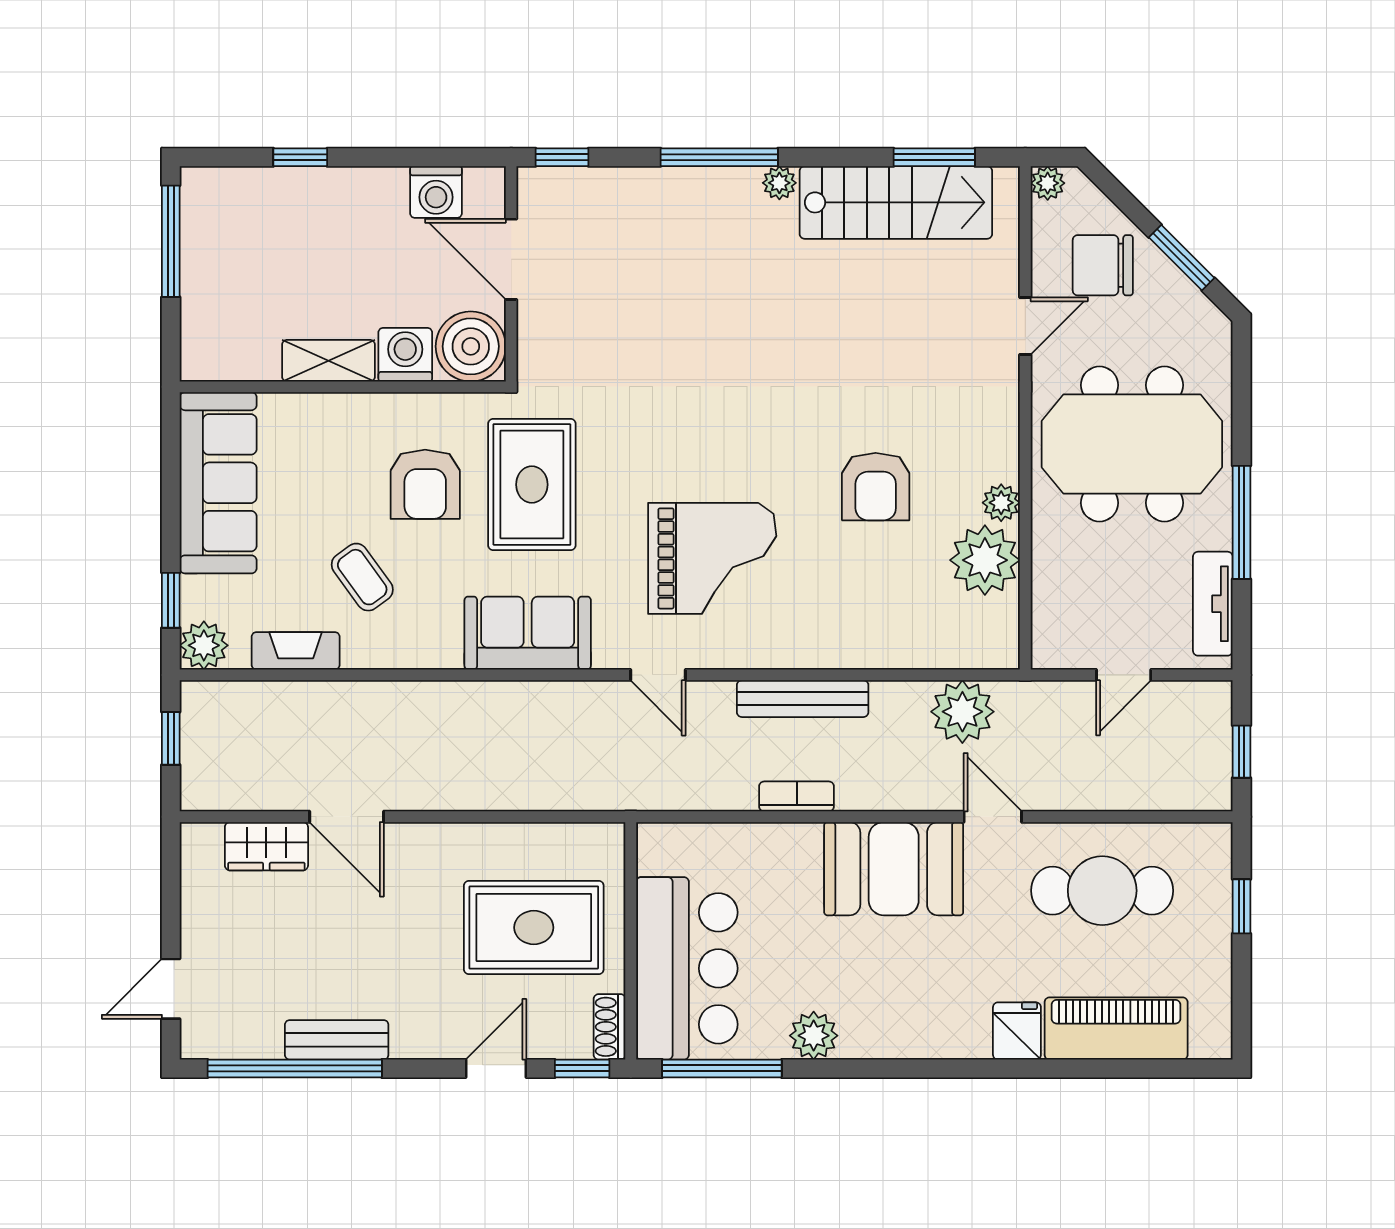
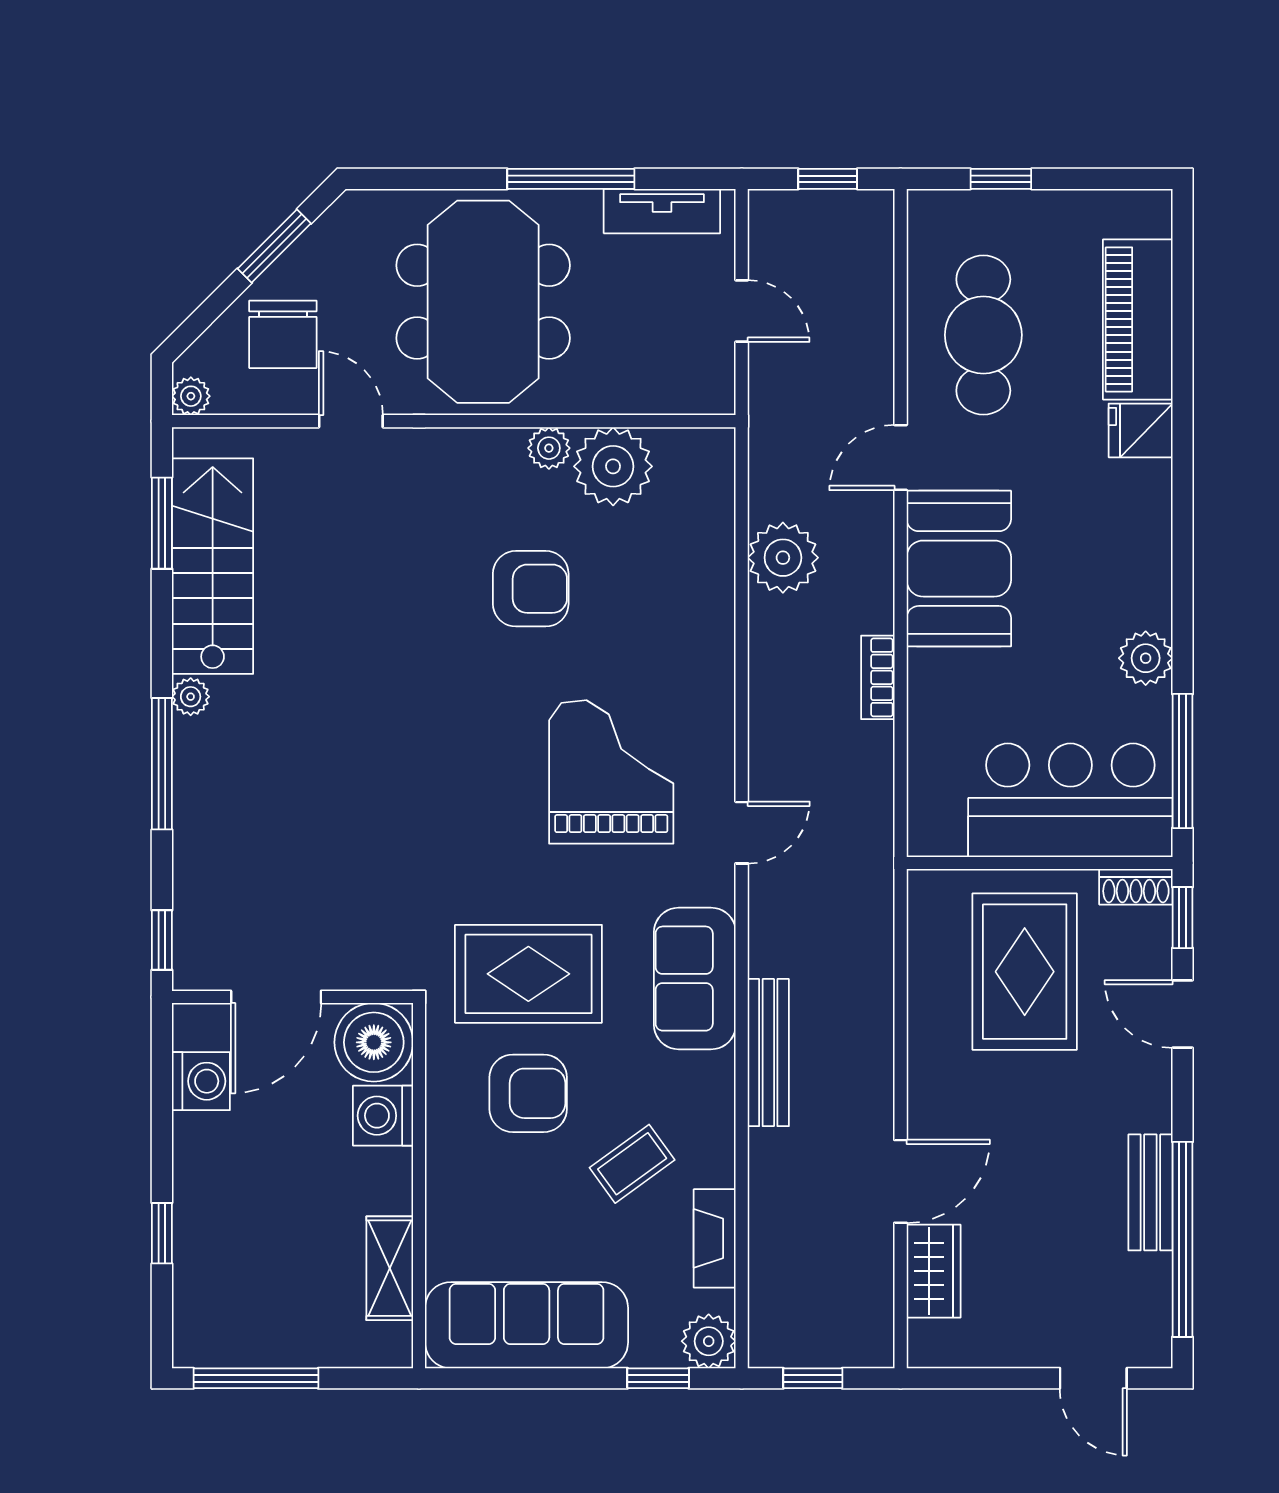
shelving: (328, 361) -> (390, 1268), moved
bench: (803, 699) -> (768, 1053), moved
plant: (962, 712) -> (783, 558), moved

